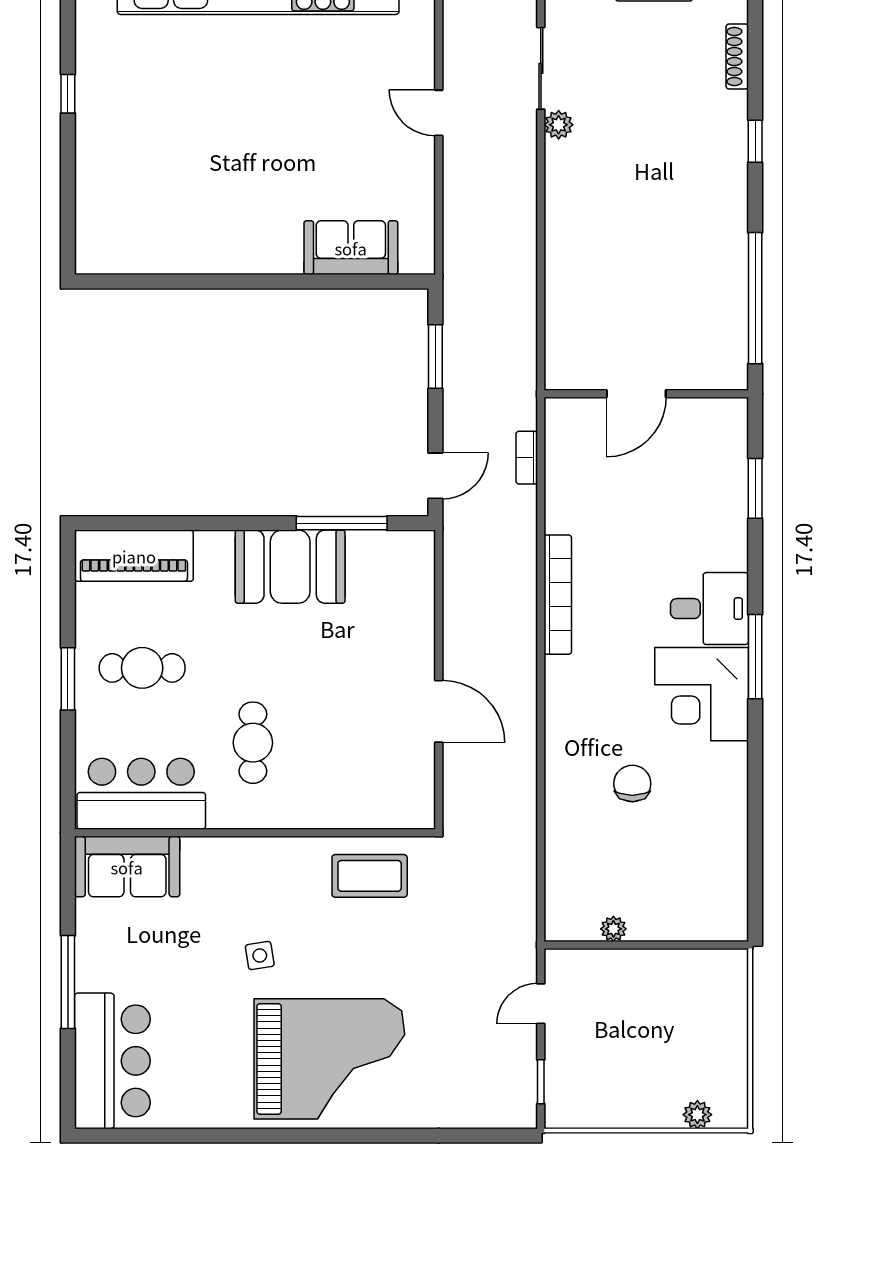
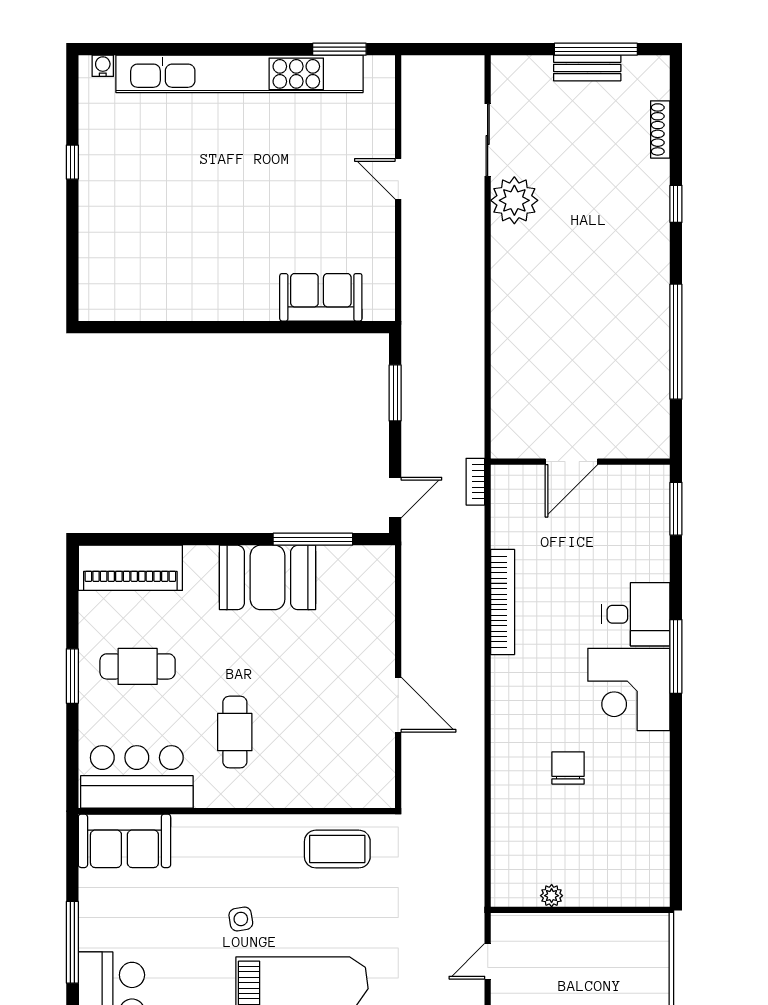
plant: (559, 125) -> (514, 200), width x1.87, depth x1.87
door: (636, 394) -> (571, 462), moved
wall: (646, 394) -> (580, 462), moved

